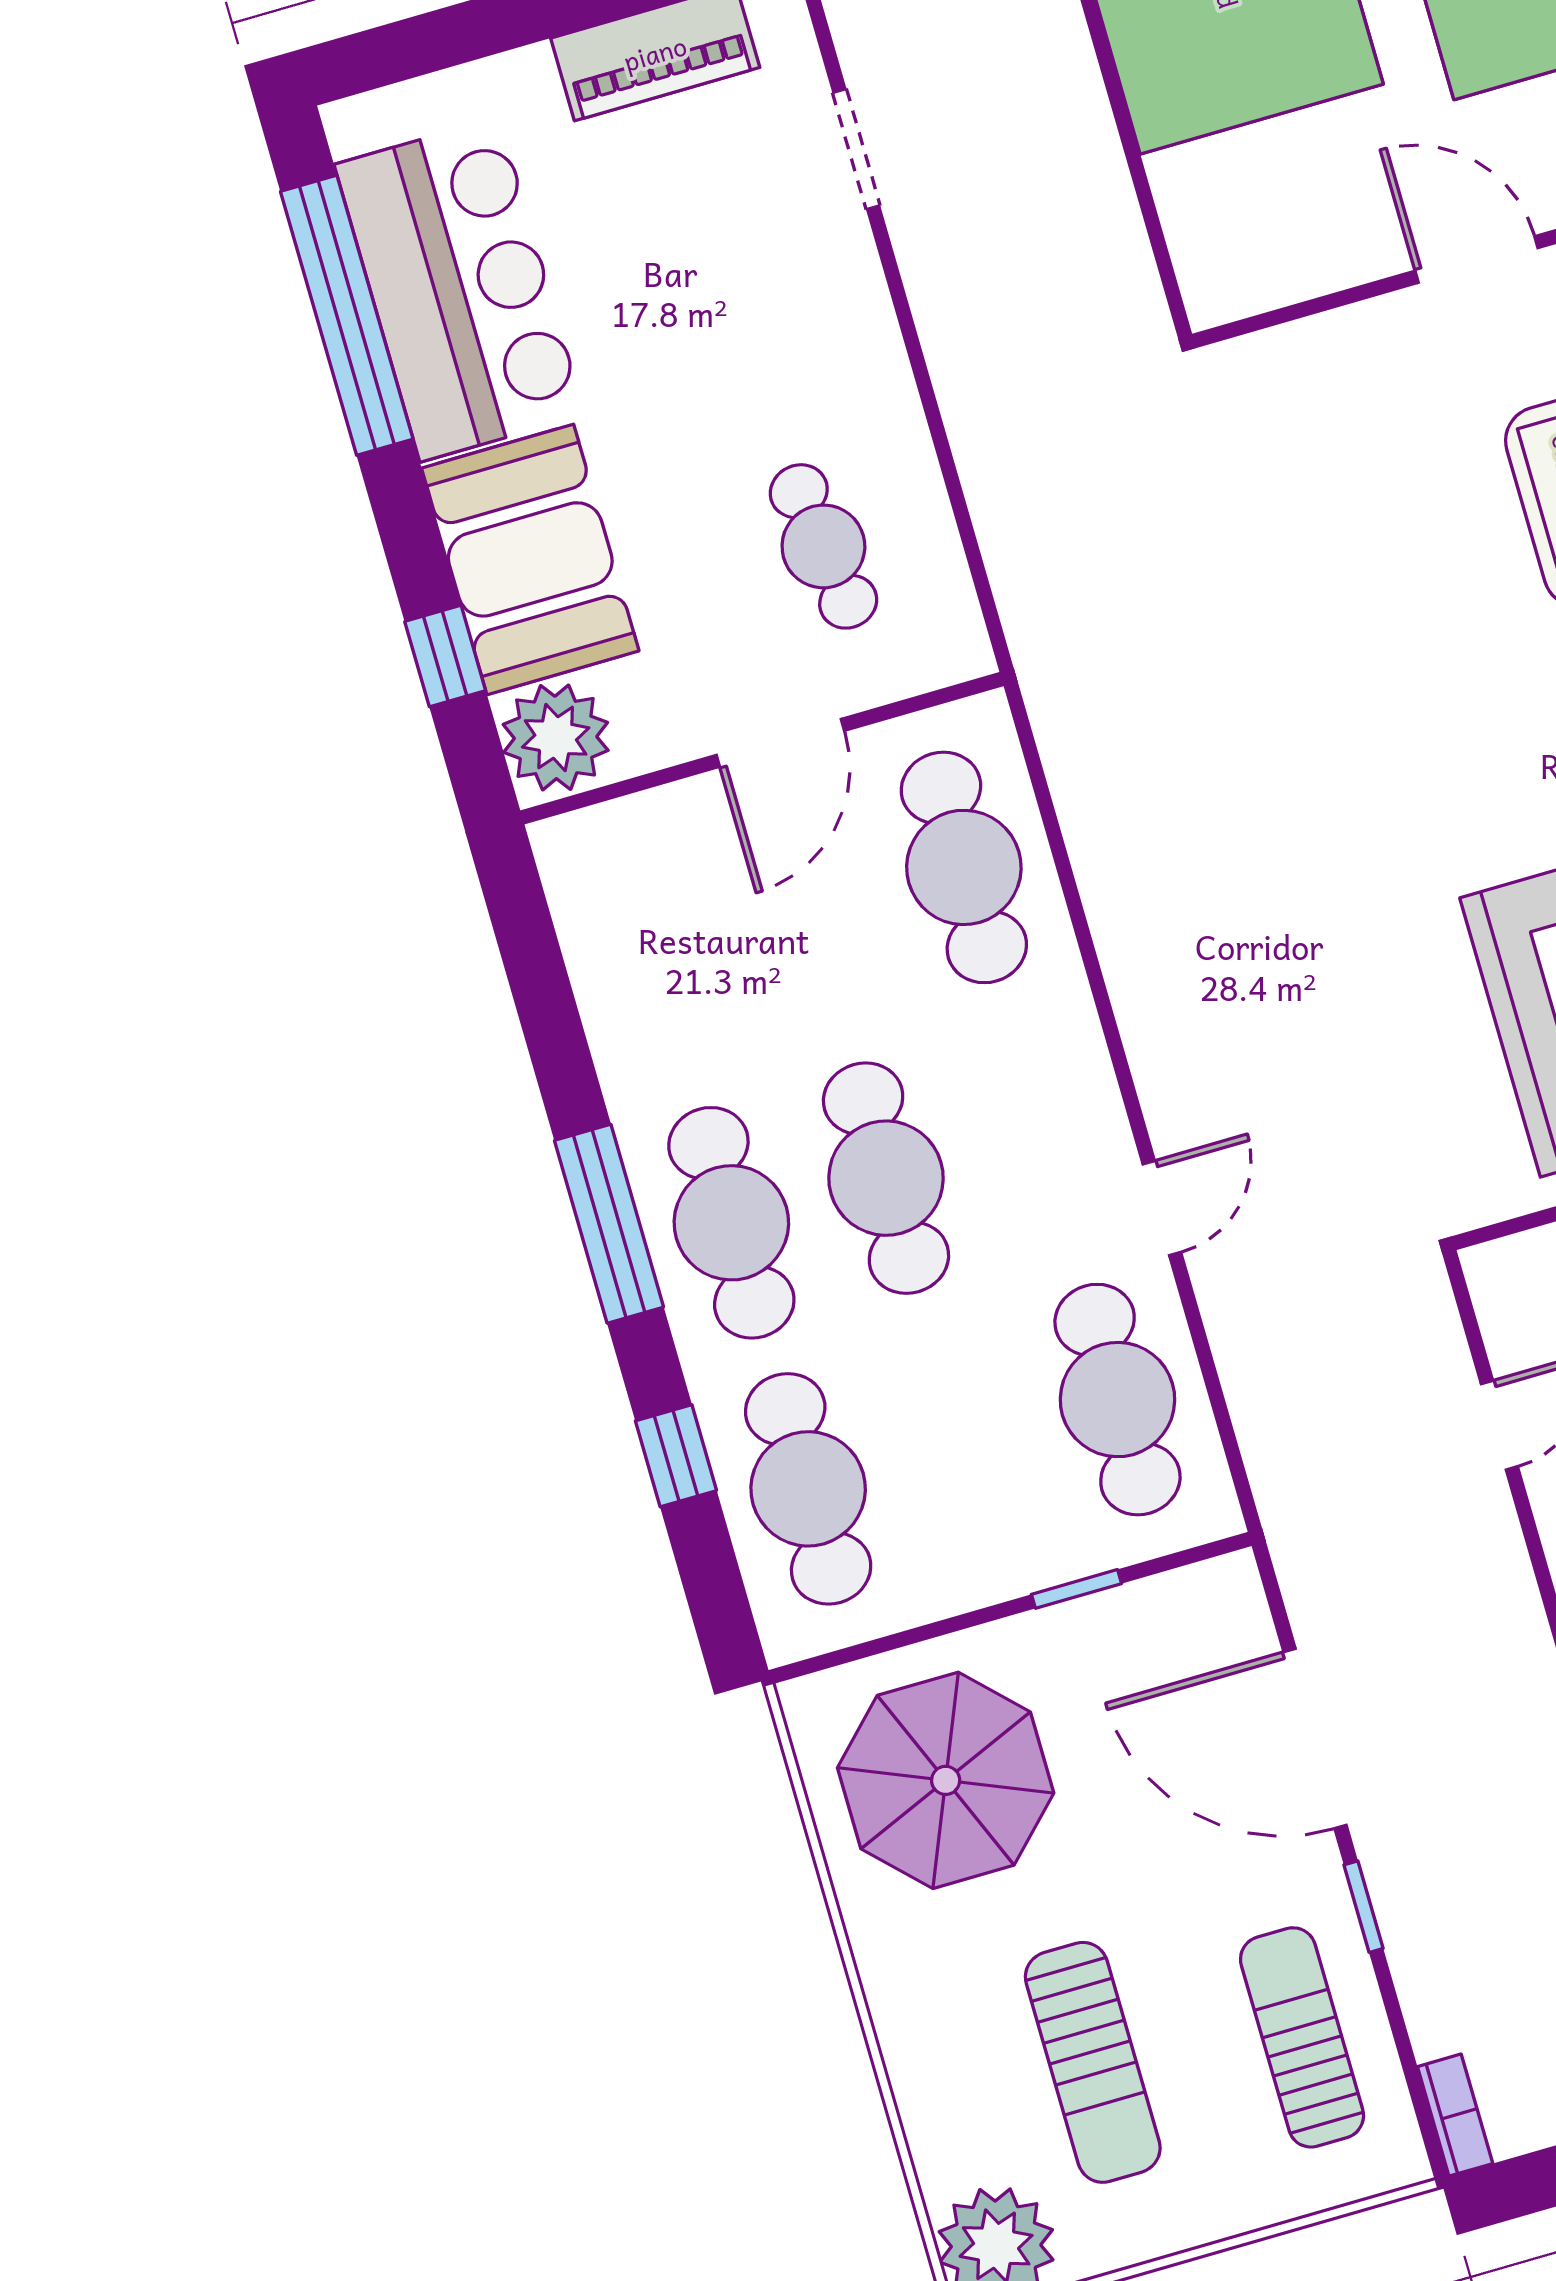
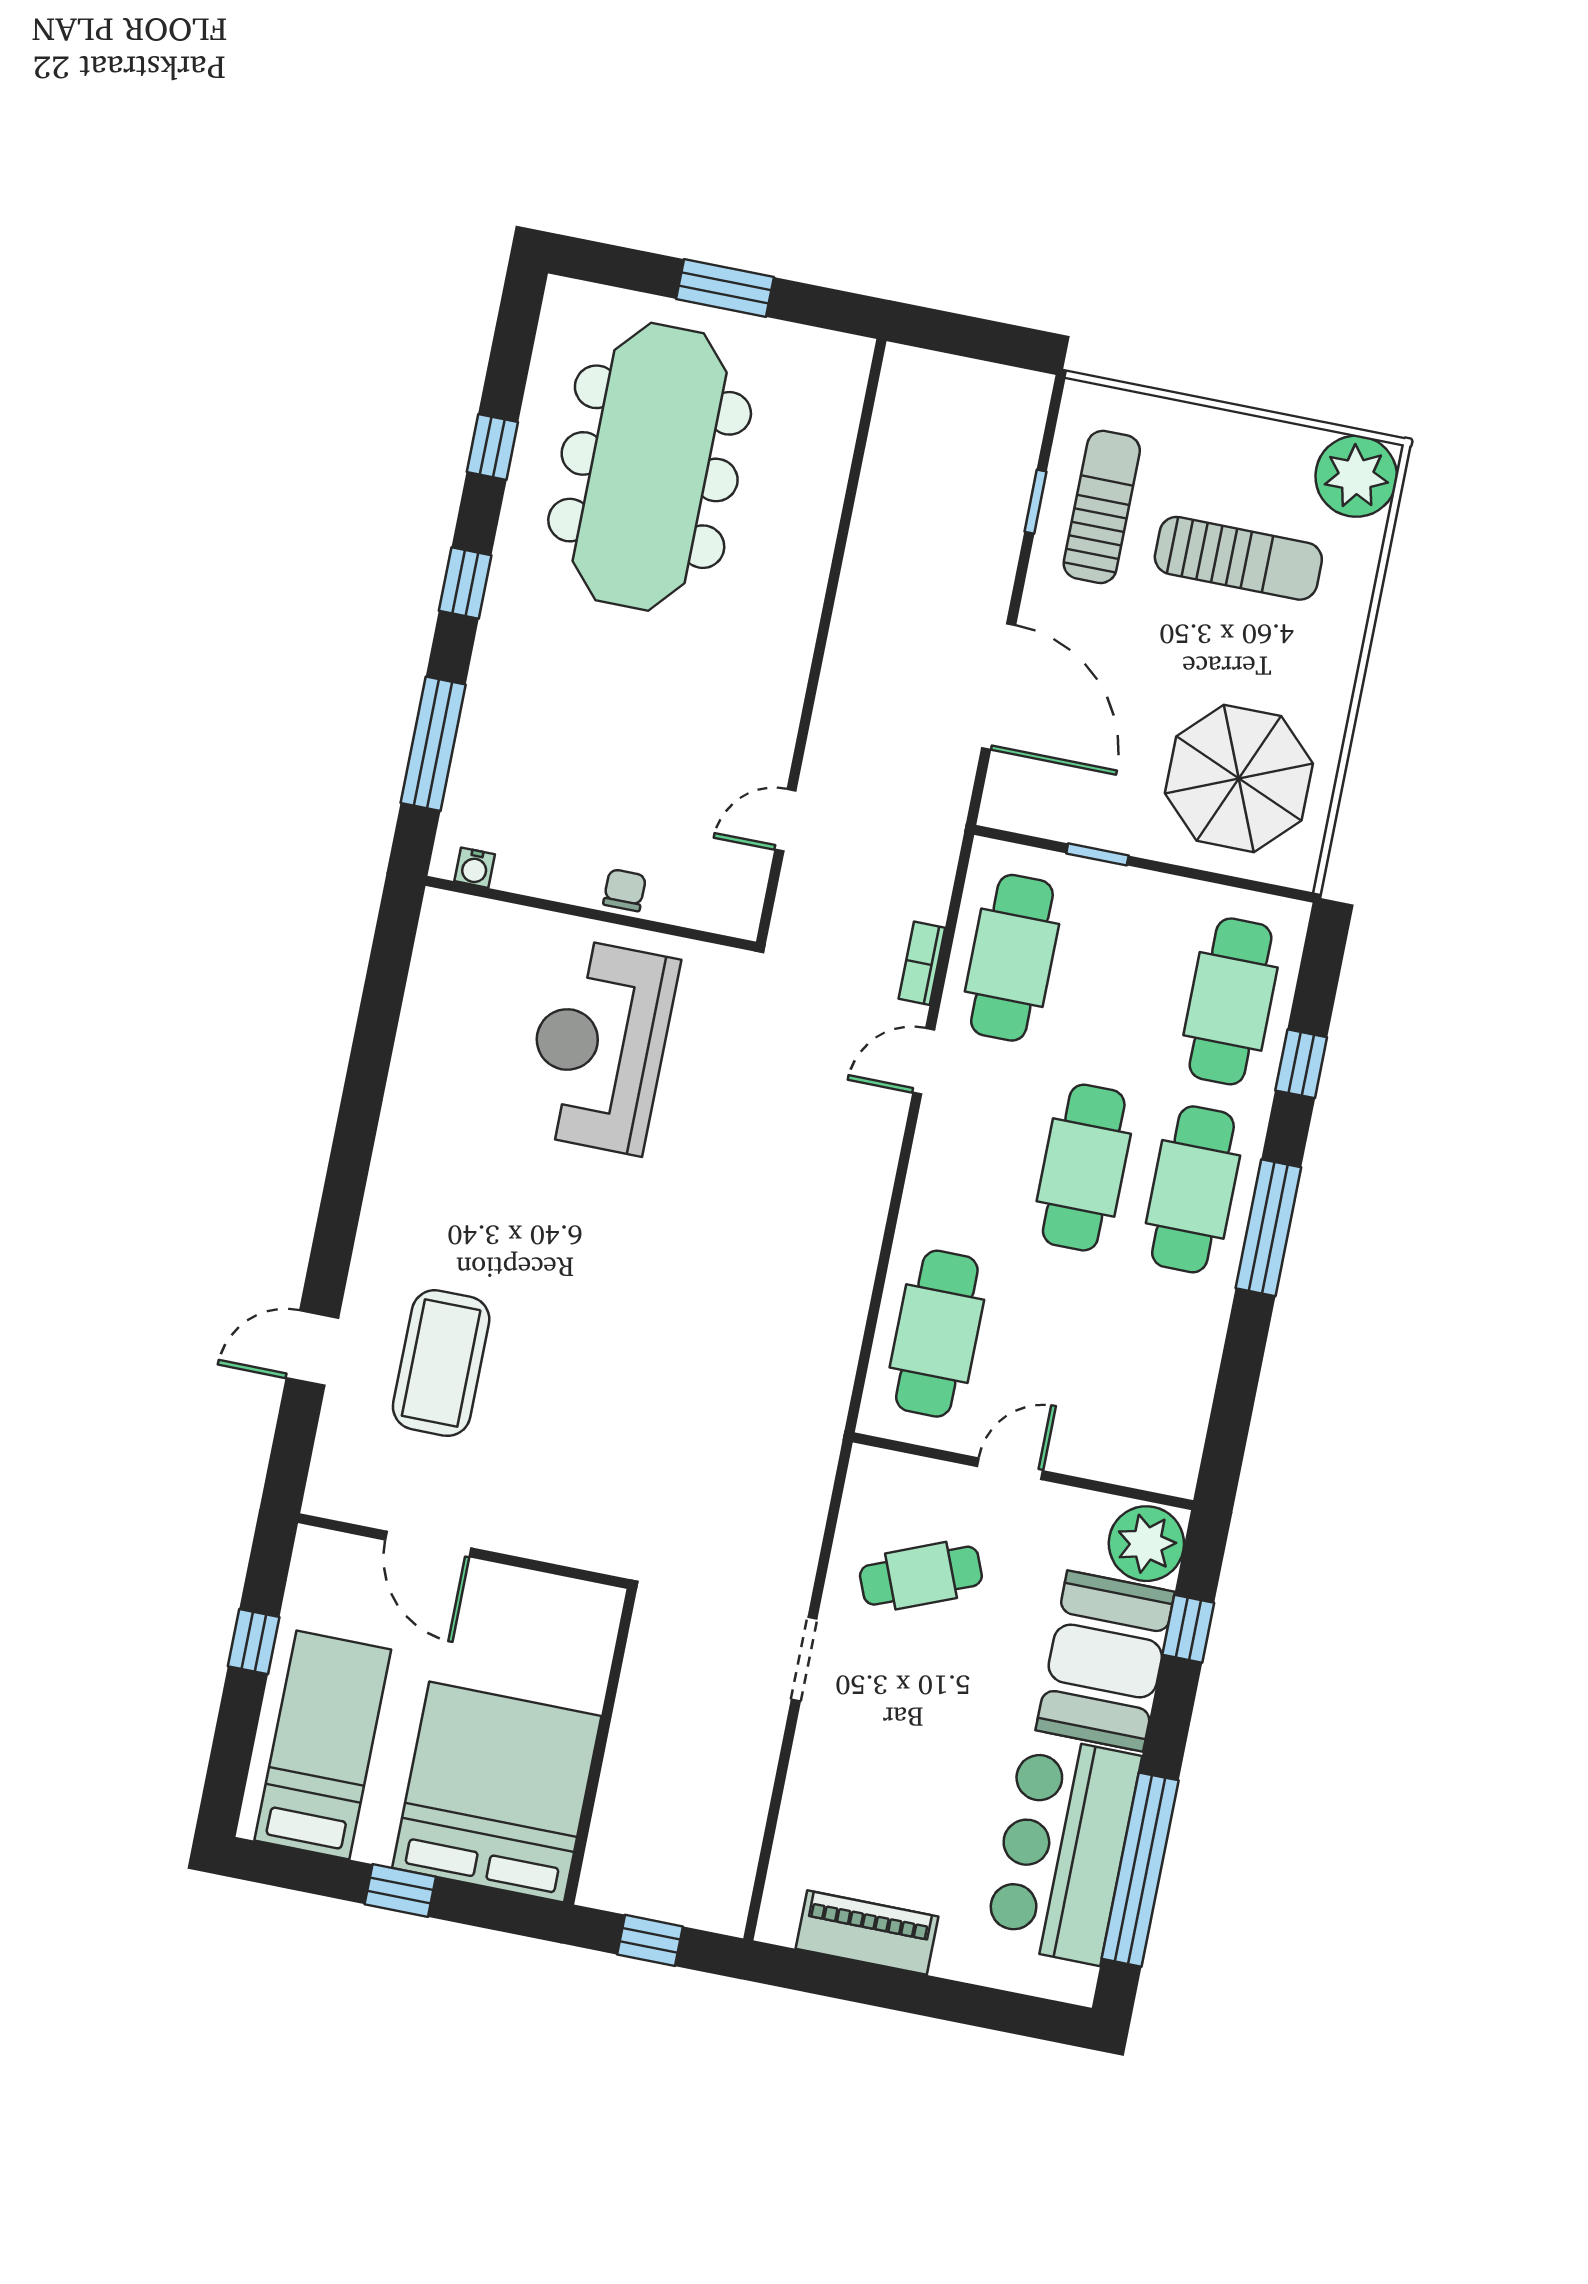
doorway: (856, 149) -> (804, 1659), moved
cafe table: (823, 546) -> (921, 1576), turned 76
door: (780, 743) -> (1010, 1469), width x0.73
window: (1364, 1907) -> (1035, 502), moved
sun lounger: (1302, 2037) -> (1102, 507), turned 180
sun lounger: (1093, 2062) -> (1238, 558), turned 90
bookcase: (1455, 2115) -> (922, 963), moved

